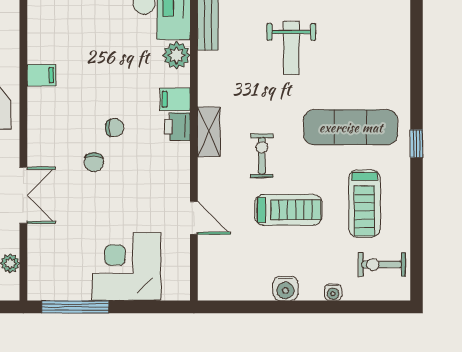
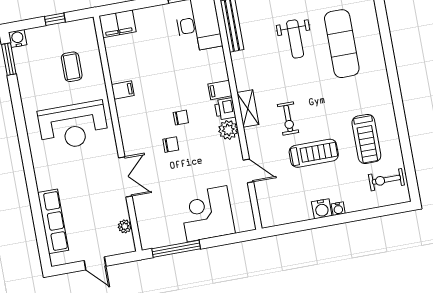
plant: (177, 55) -> (228, 130), moved
exercise mat: (351, 127) -> (342, 44), moved, turned 90
window: (416, 144) -> (395, 90), removed
exercise bike: (262, 156) -> (288, 119), turned 180
chair: (94, 162) -> (171, 145), turned -90
water cooler: (333, 292) -> (338, 209), moved

